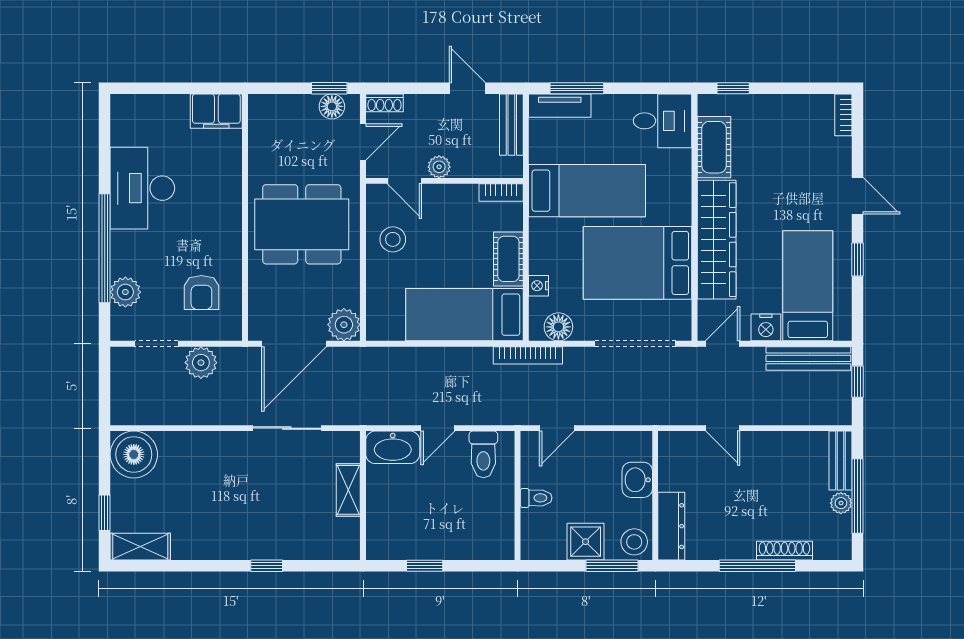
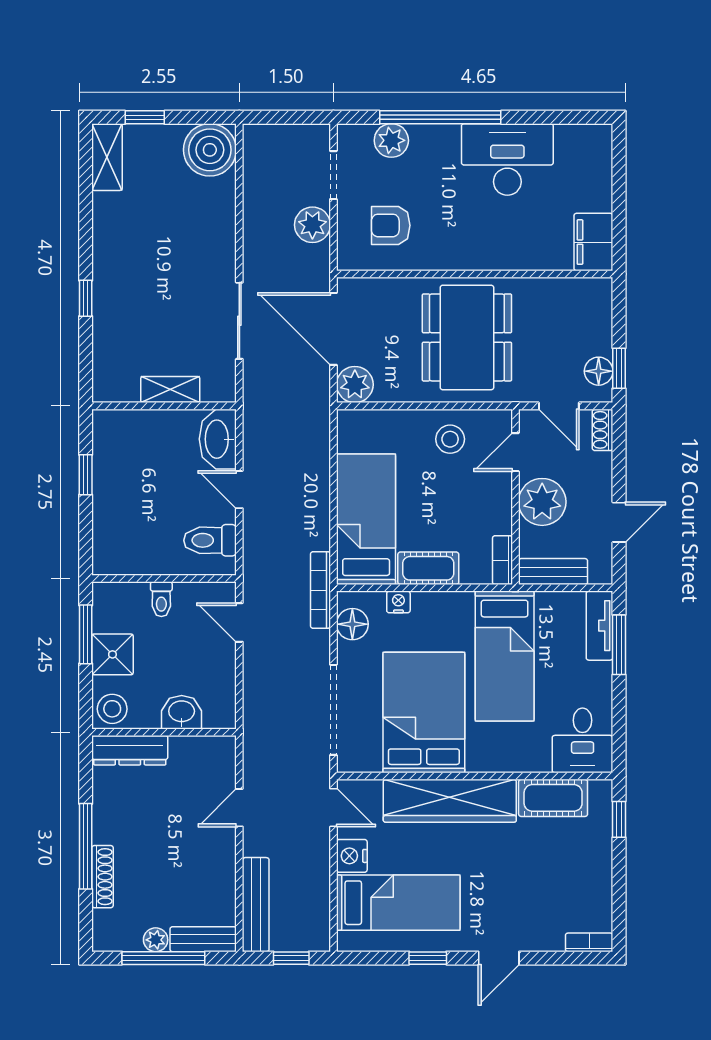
bench: (511, 125) -> (553, 572), moved
plant: (439, 167) -> (542, 502), width x1.88, depth x1.88
bench: (808, 358) -> (256, 905), moved
window: (612, 566) -> (86, 634), moved

